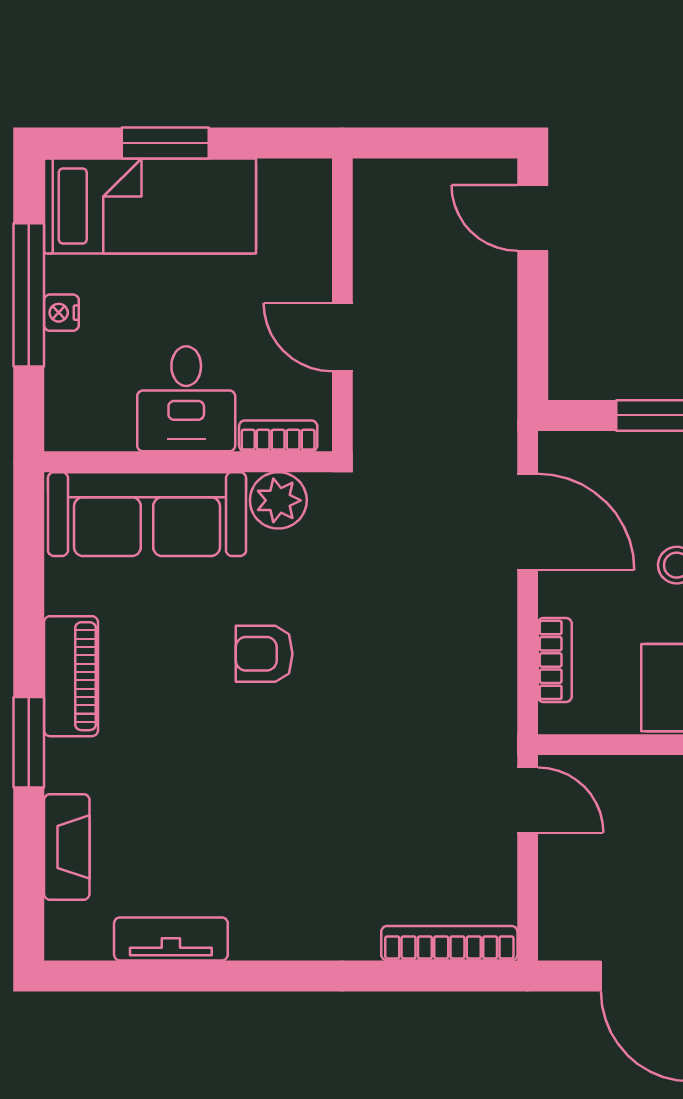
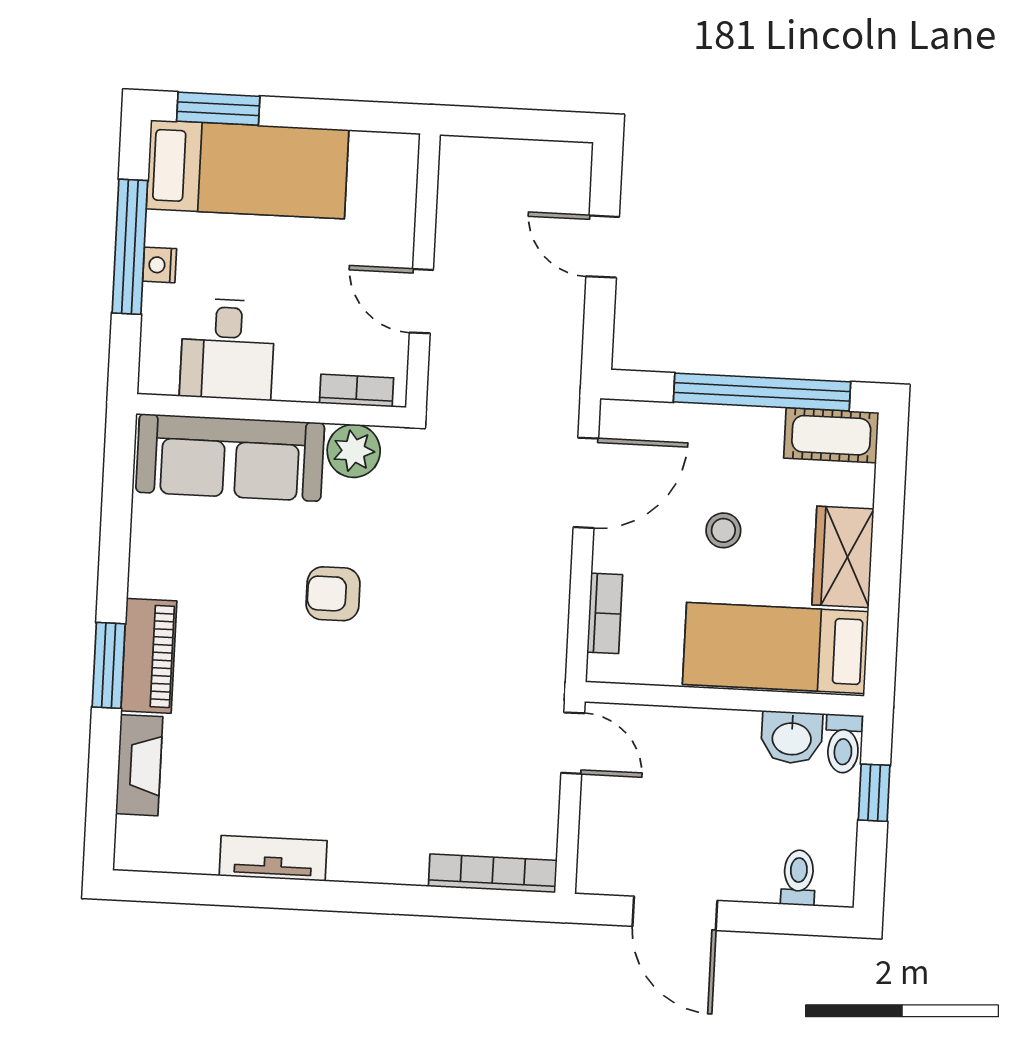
window: (165, 143) -> (218, 109), moved
door: (533, 218) -> (603, 247), moved
desk: (186, 399) -> (227, 349), moved
door: (528, 522) -> (586, 483), hinge flipped
piano: (71, 676) -> (149, 656), moved
tv unit: (171, 939) -> (273, 858), moved

